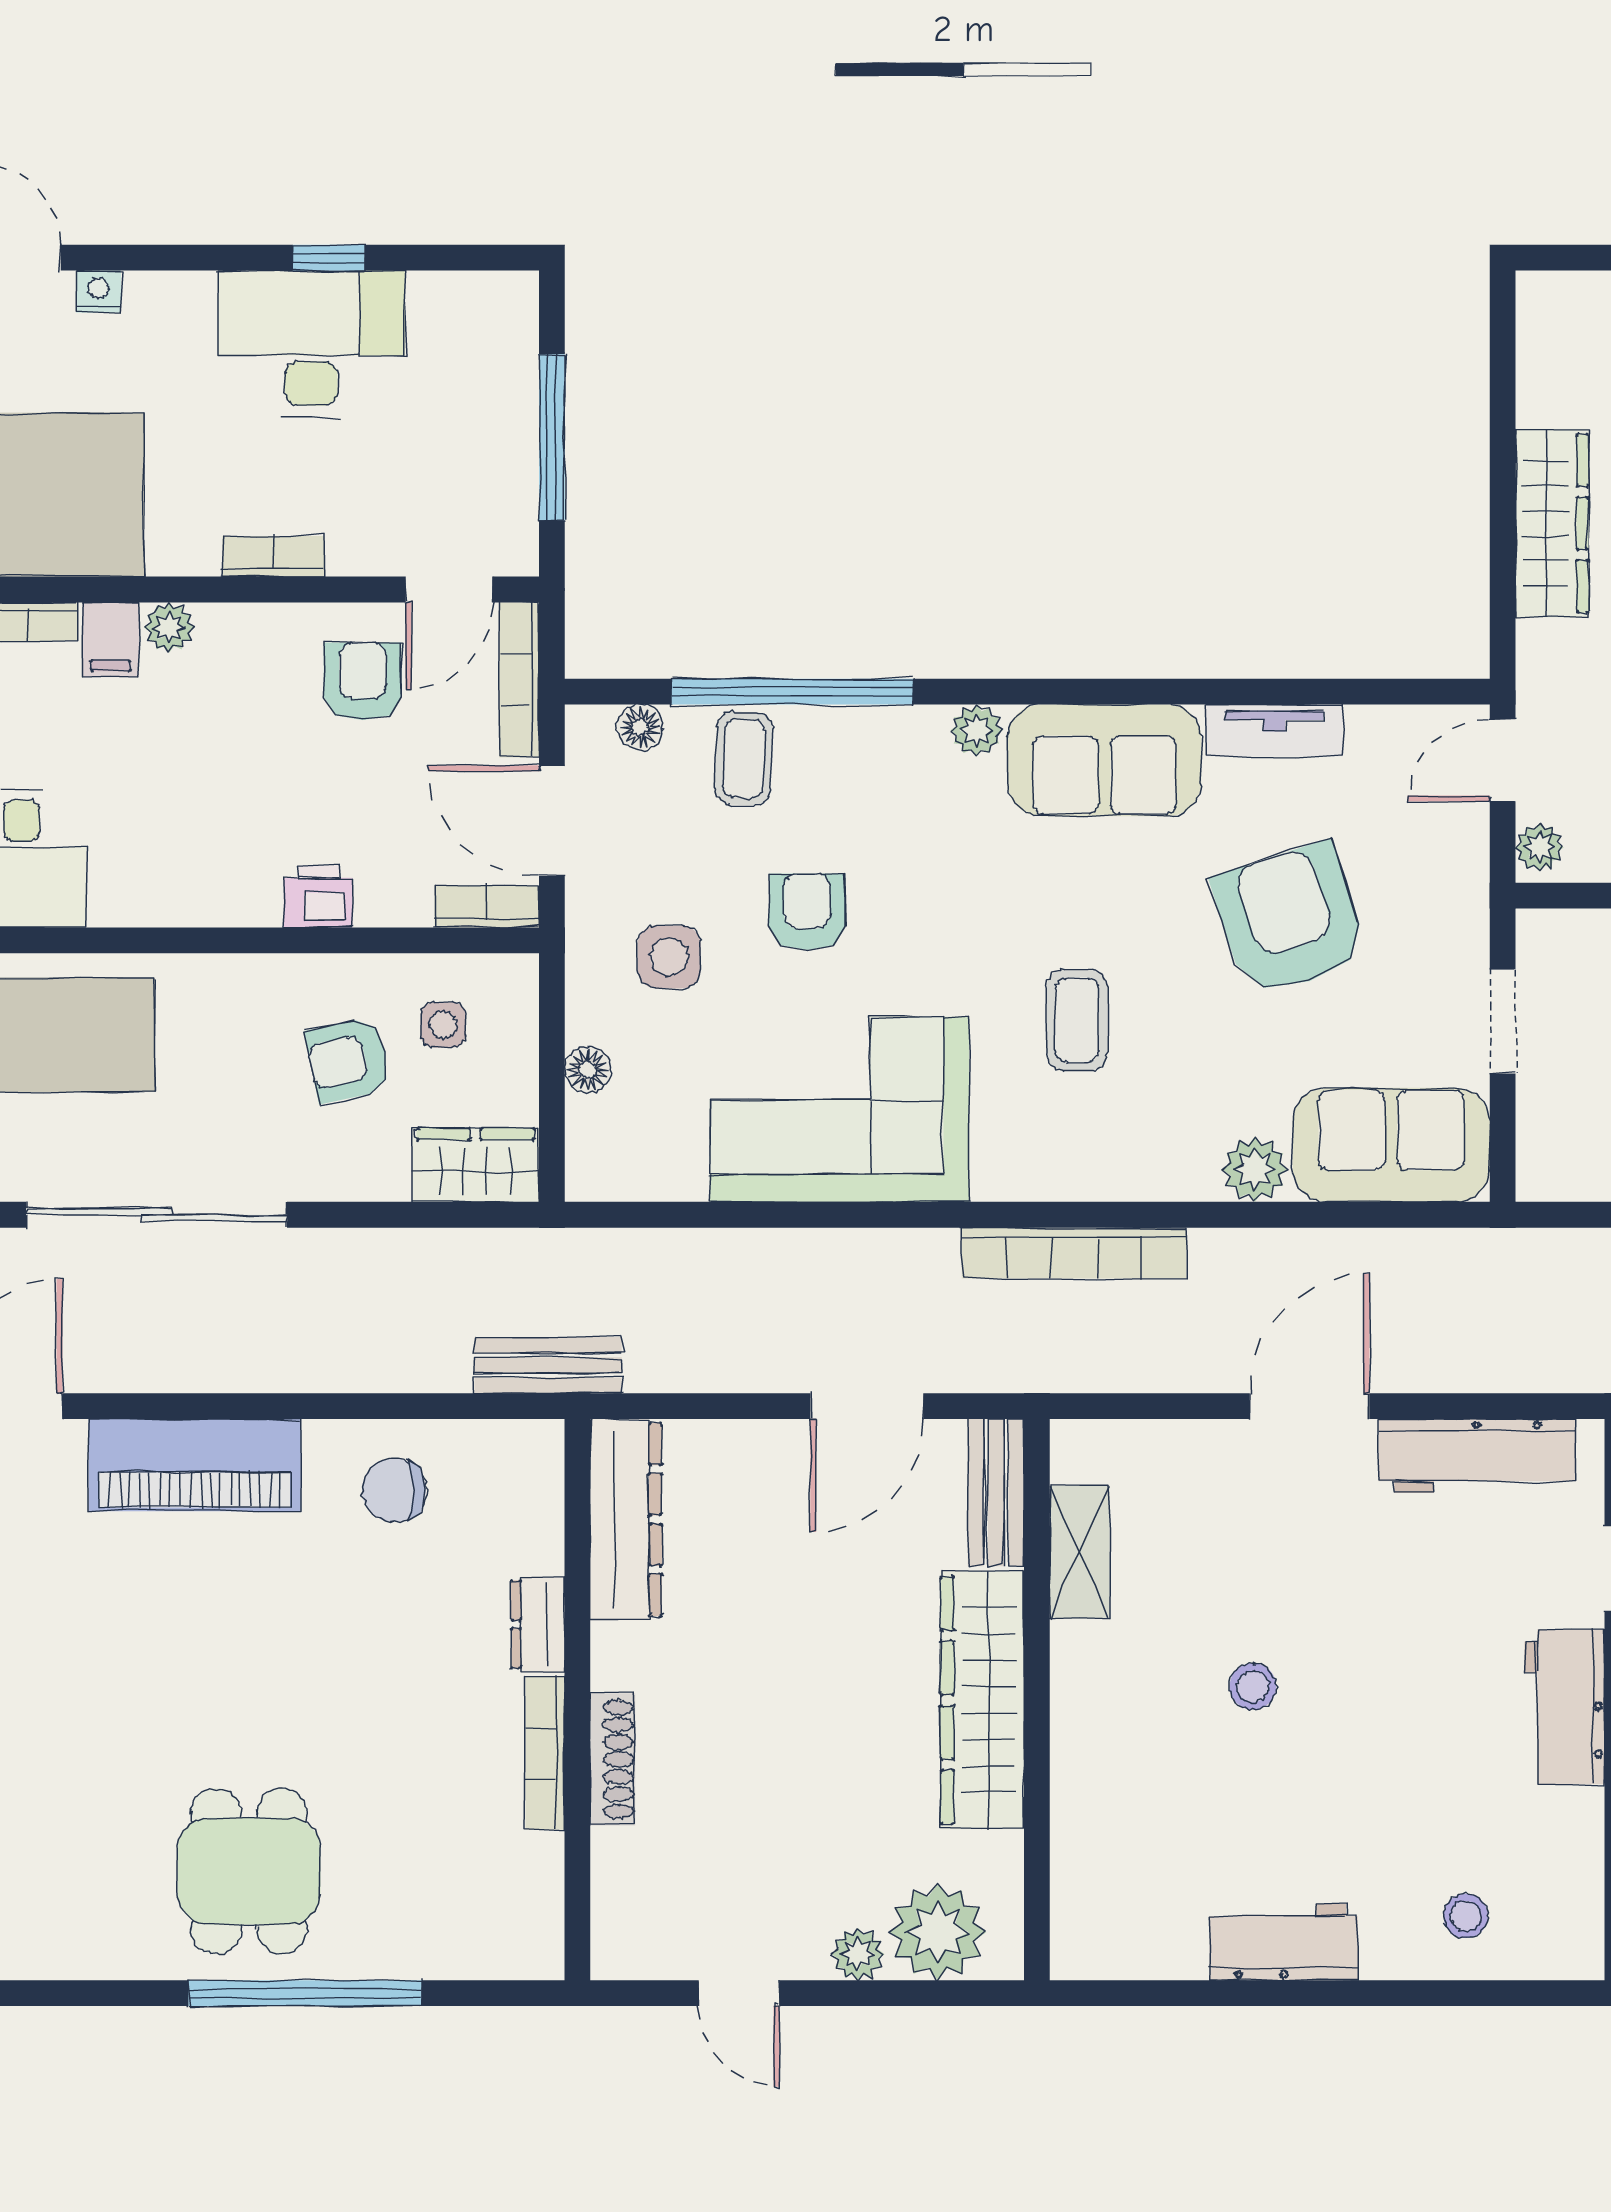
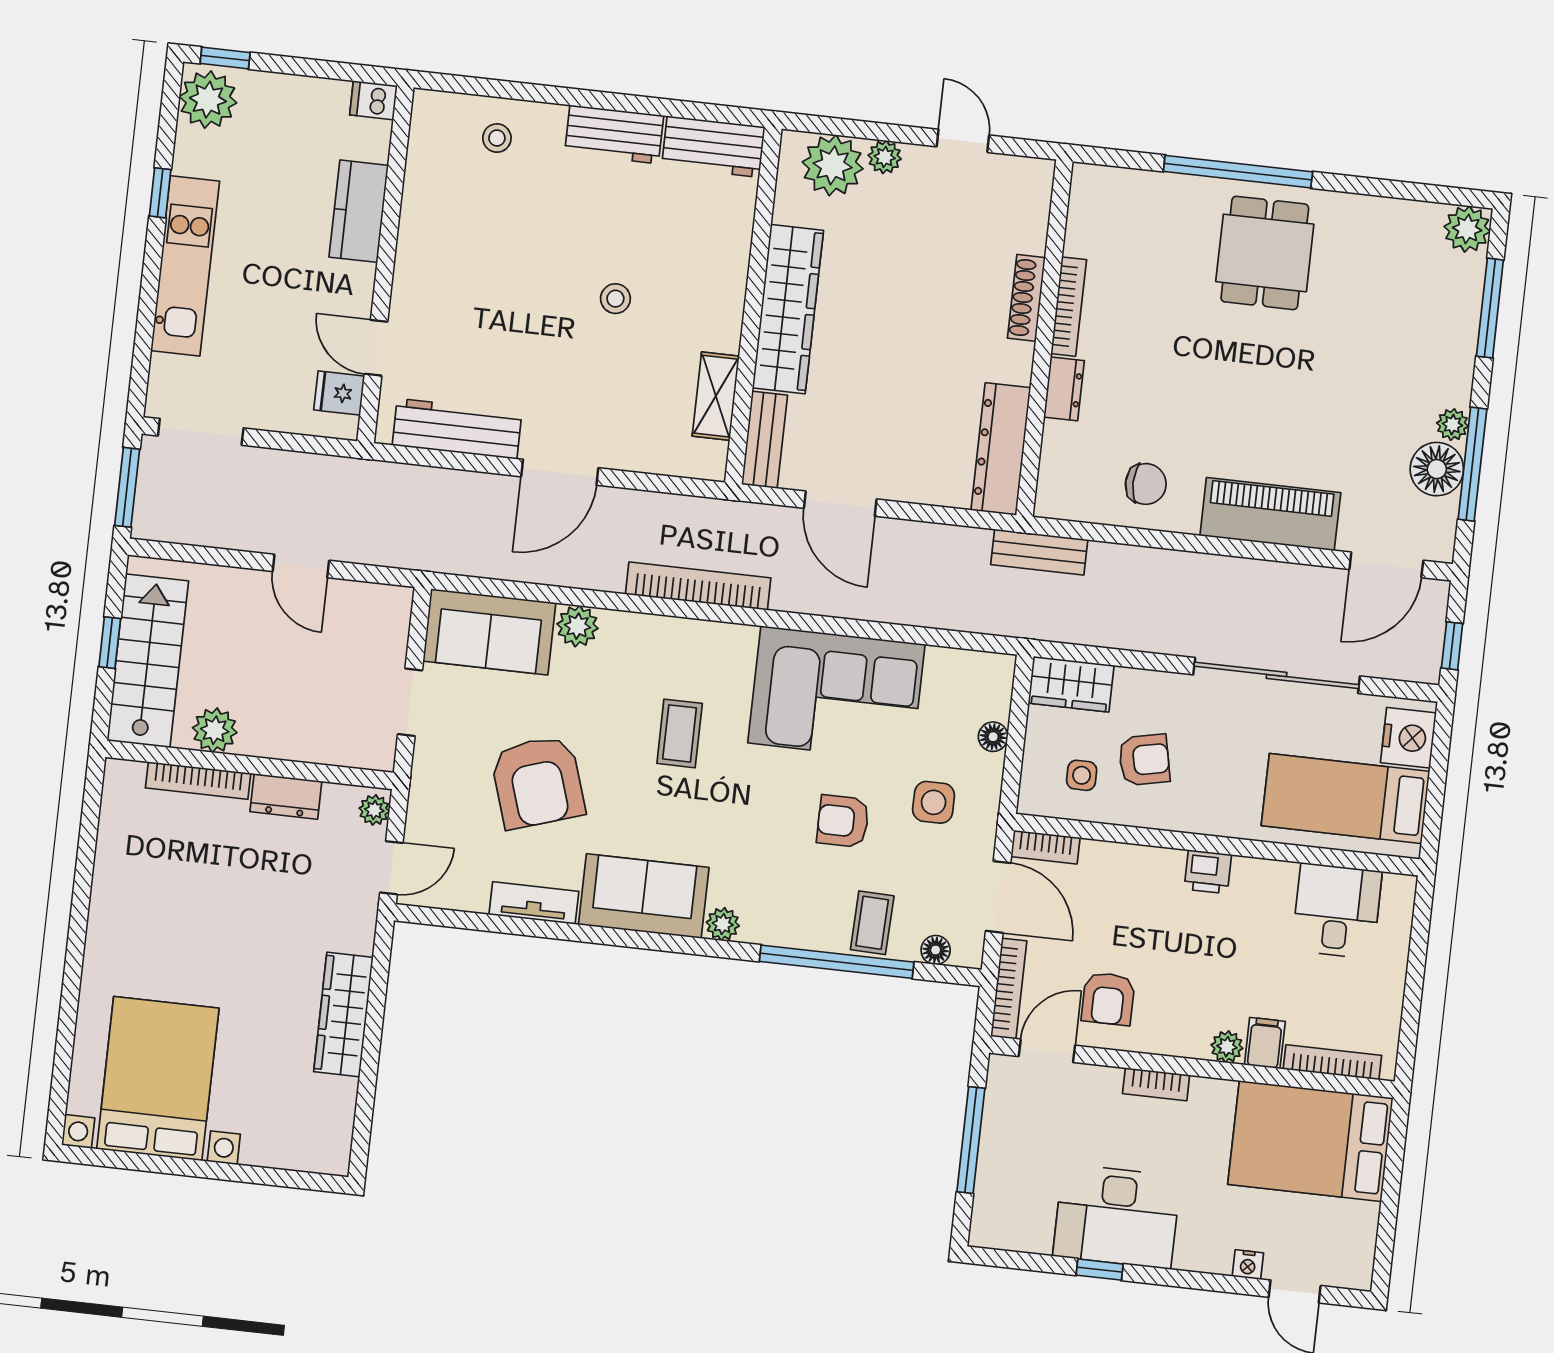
printer: (318, 897) -> (1208, 872), moved
armchair: (807, 912) -> (843, 821), turned 90
door: (867, 1406) -> (840, 504), swing flipped
workbench: (1565, 1707) -> (713, 147), moved, turned 90

